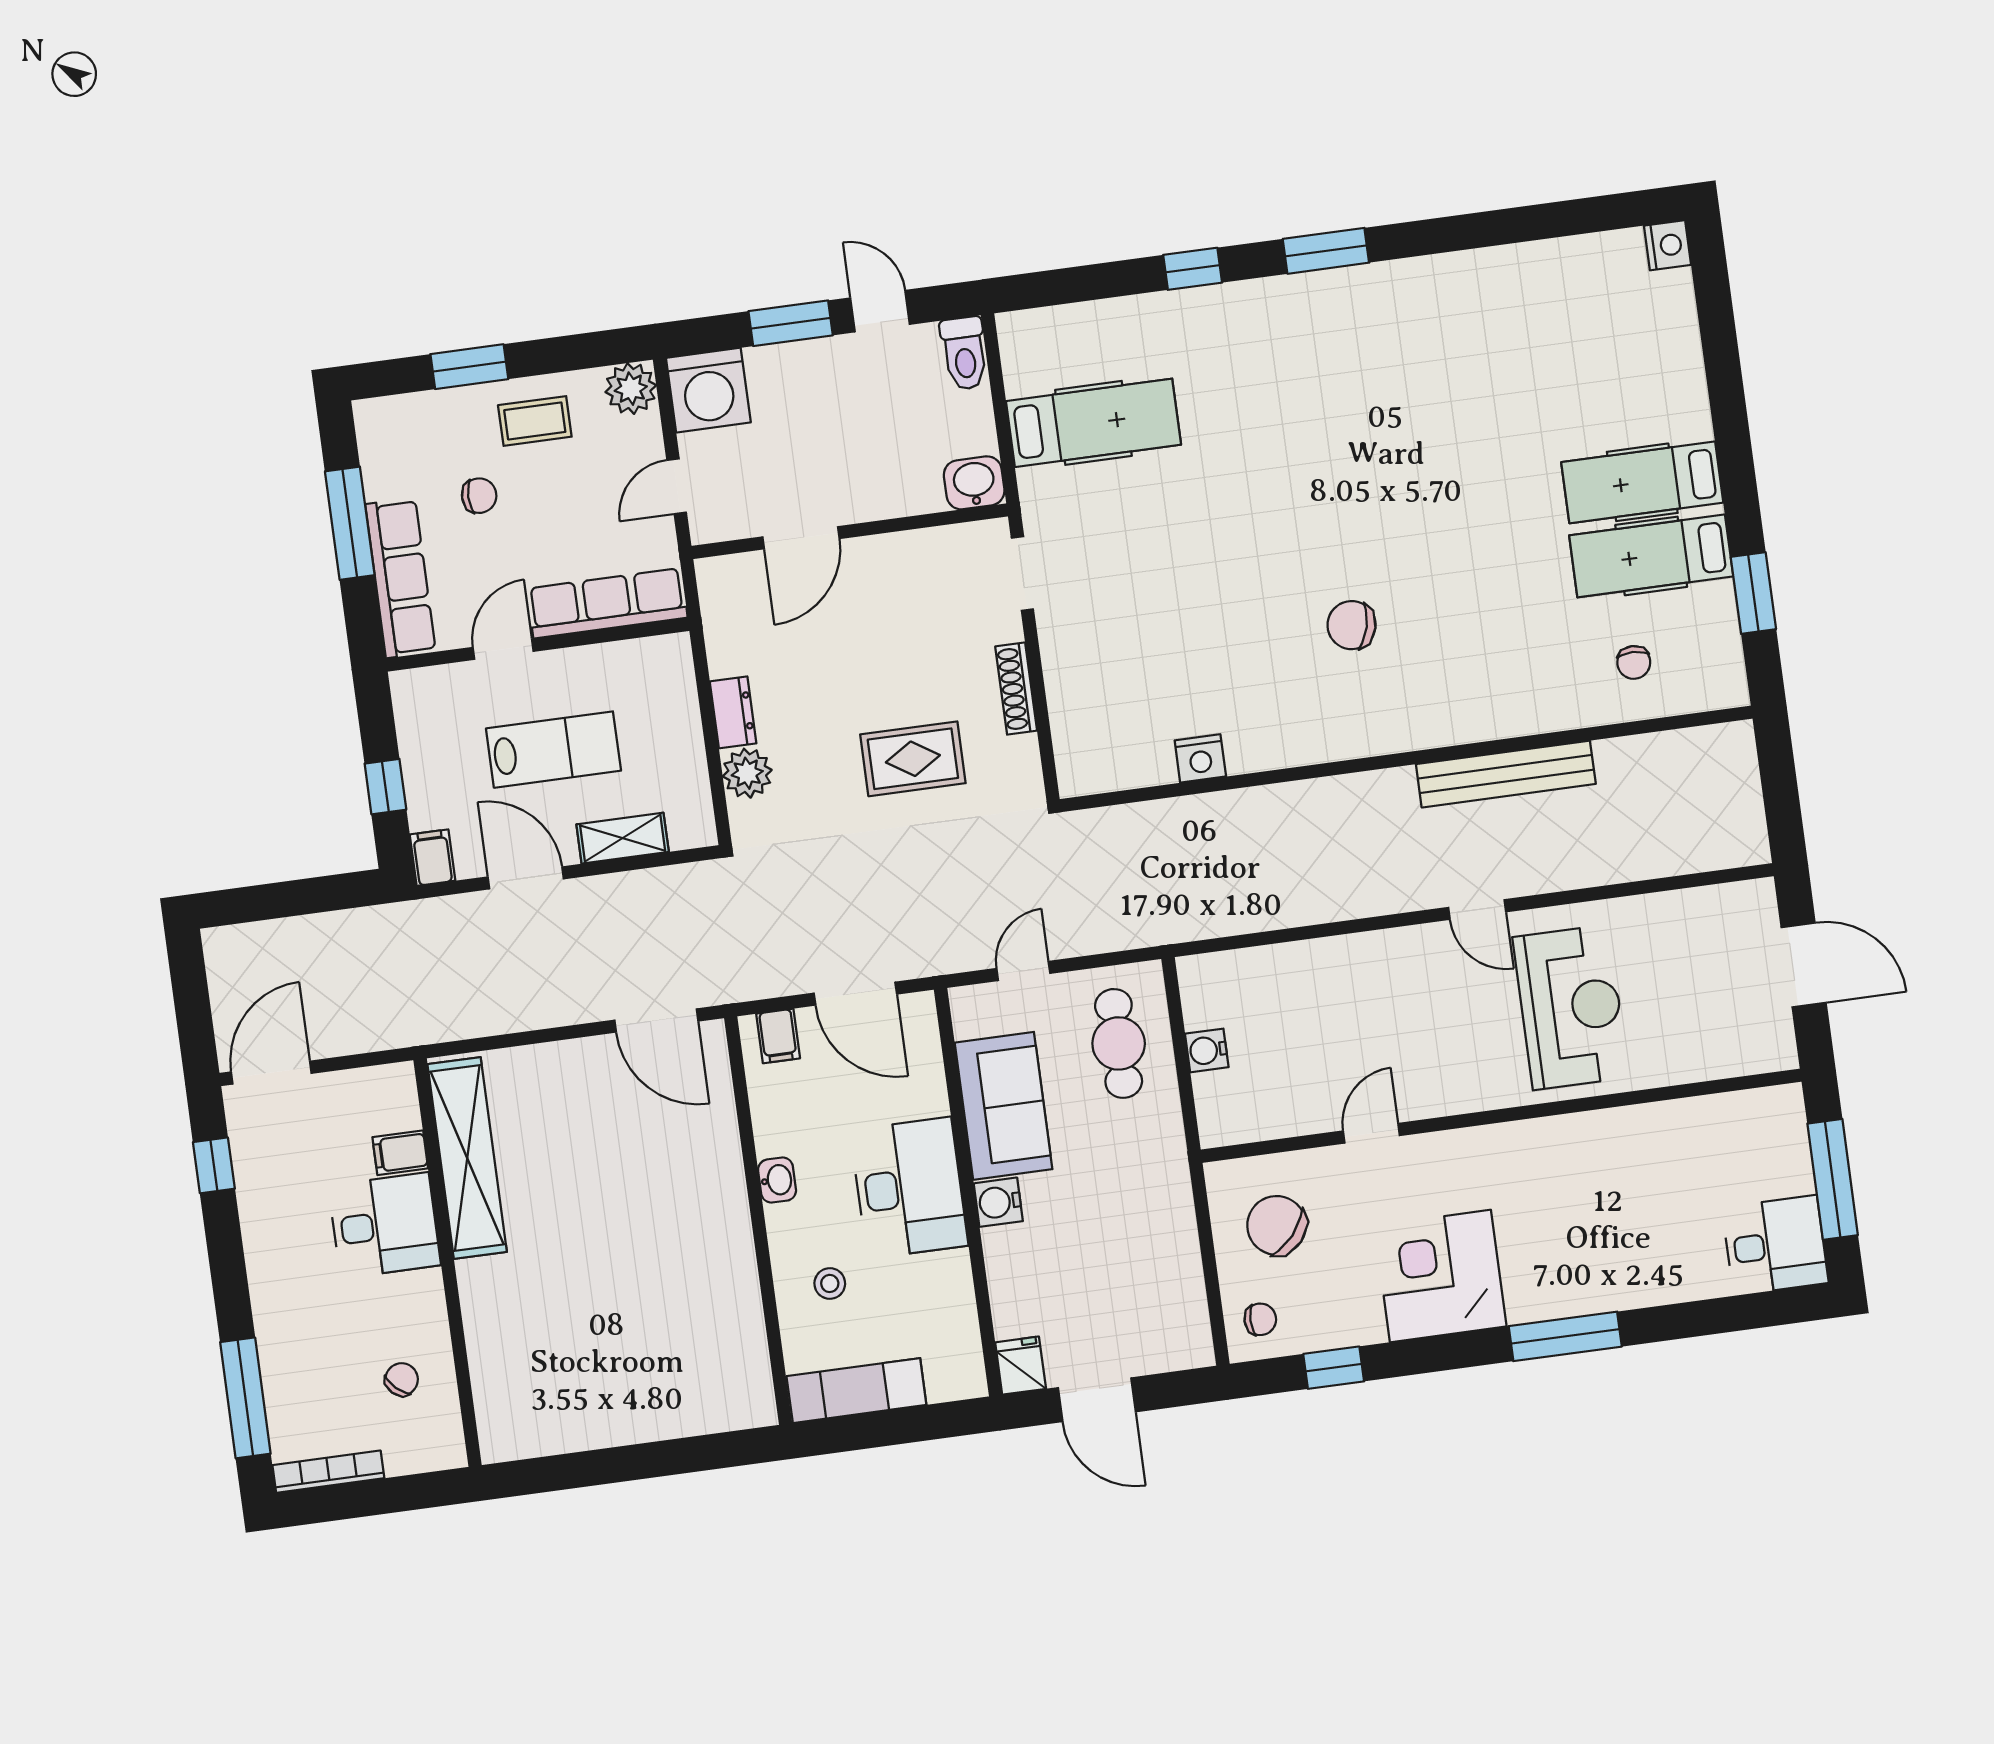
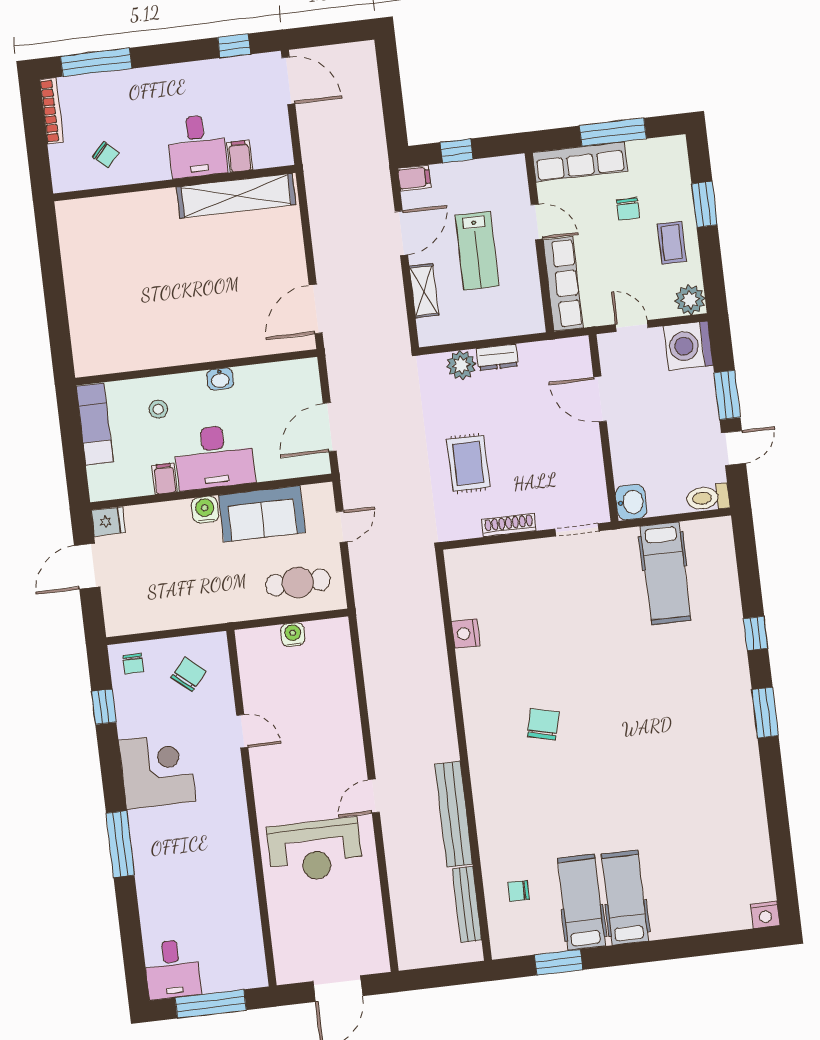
bench: (1658, 749) -> (467, 904), added
door: (1023, 971) -> (342, 527), hinge flipped
filing cabinet: (778, 1036) -> (165, 479), moved, turned 90
chair: (1277, 1225) -> (189, 674), width x0.73, depth x0.73

